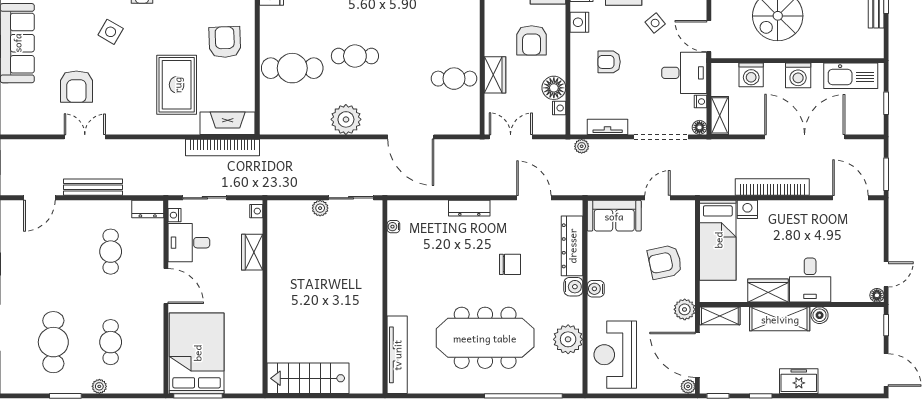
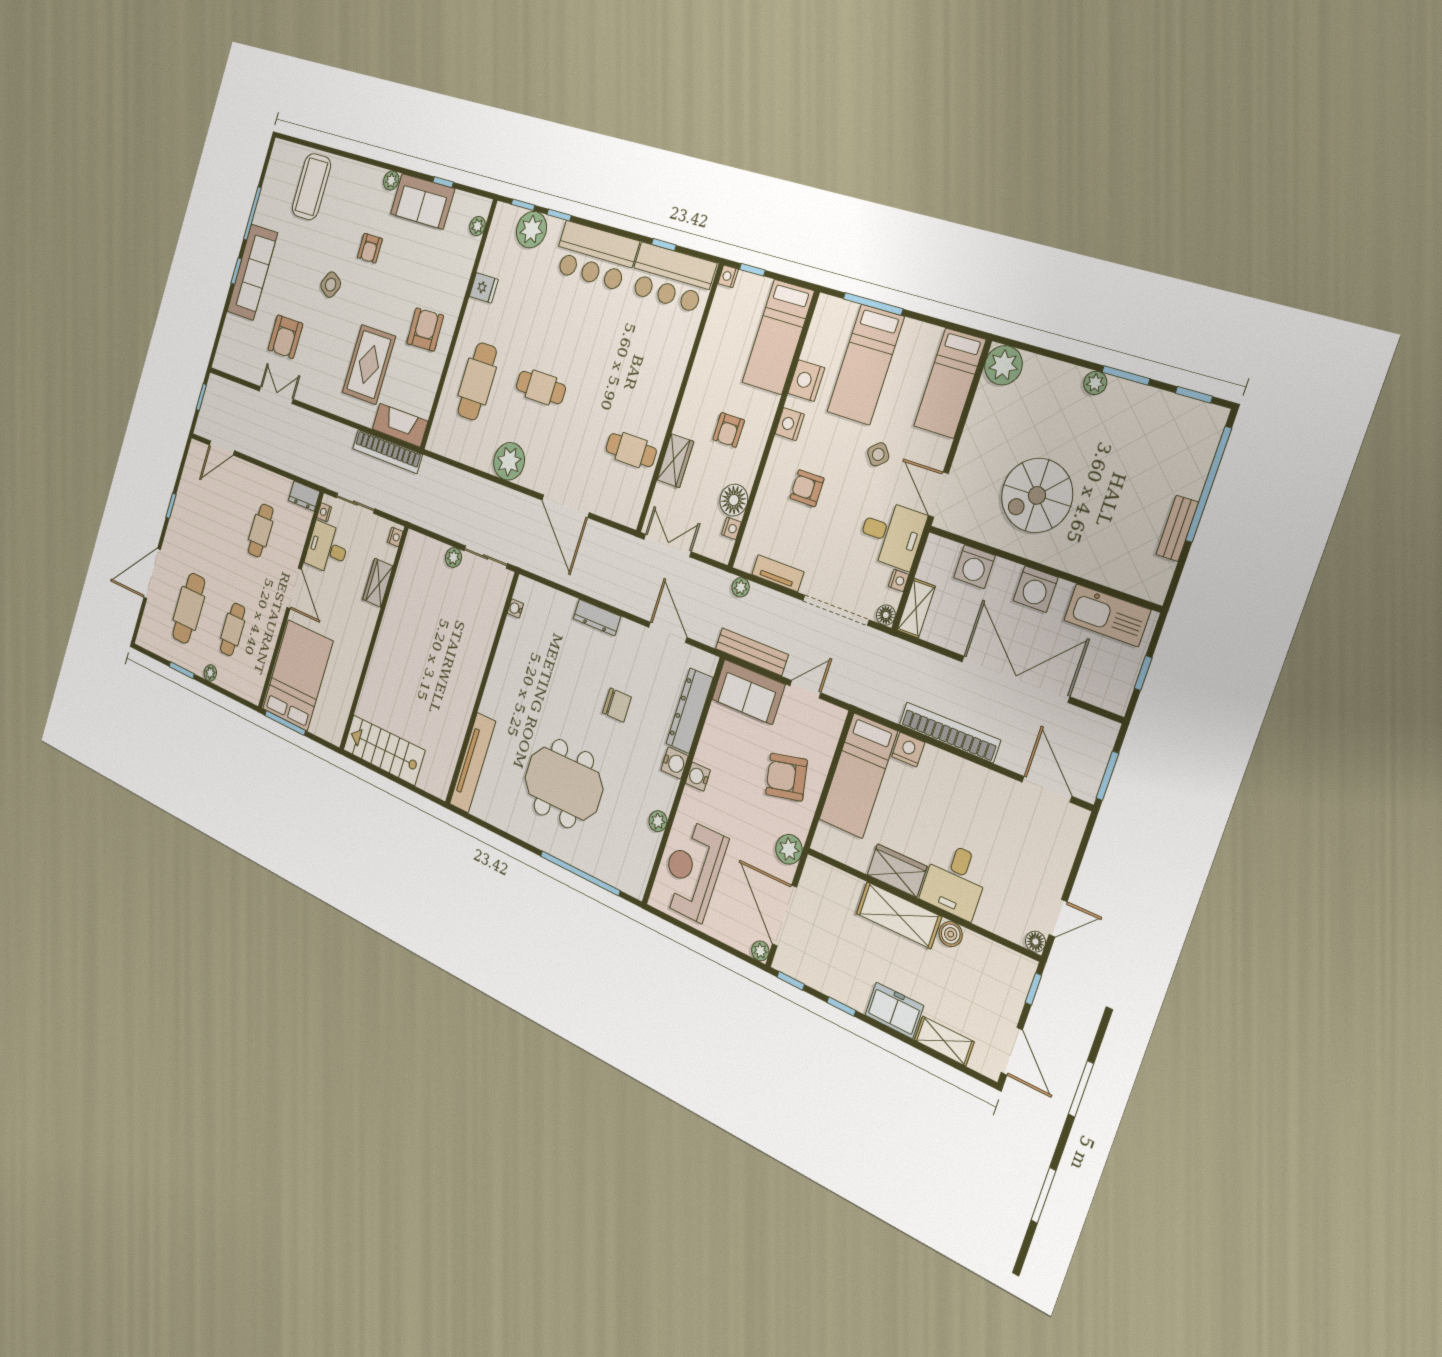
armchair: (532, 40) -> (729, 430), width x0.72, depth x0.72
cafe table: (292, 68) -> (477, 381), turned 90
bench: (93, 187) -> (752, 652), moved
shelving: (720, 316) -> (944, 1041), moved
meeting table: (485, 338) -> (564, 783), width x0.73
plant: (568, 339) -> (658, 821), width x0.53, depth x0.53

